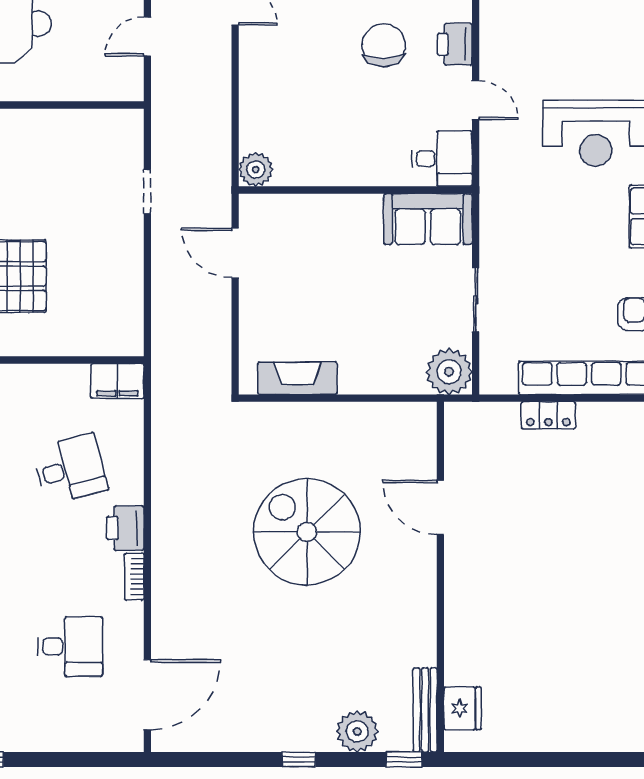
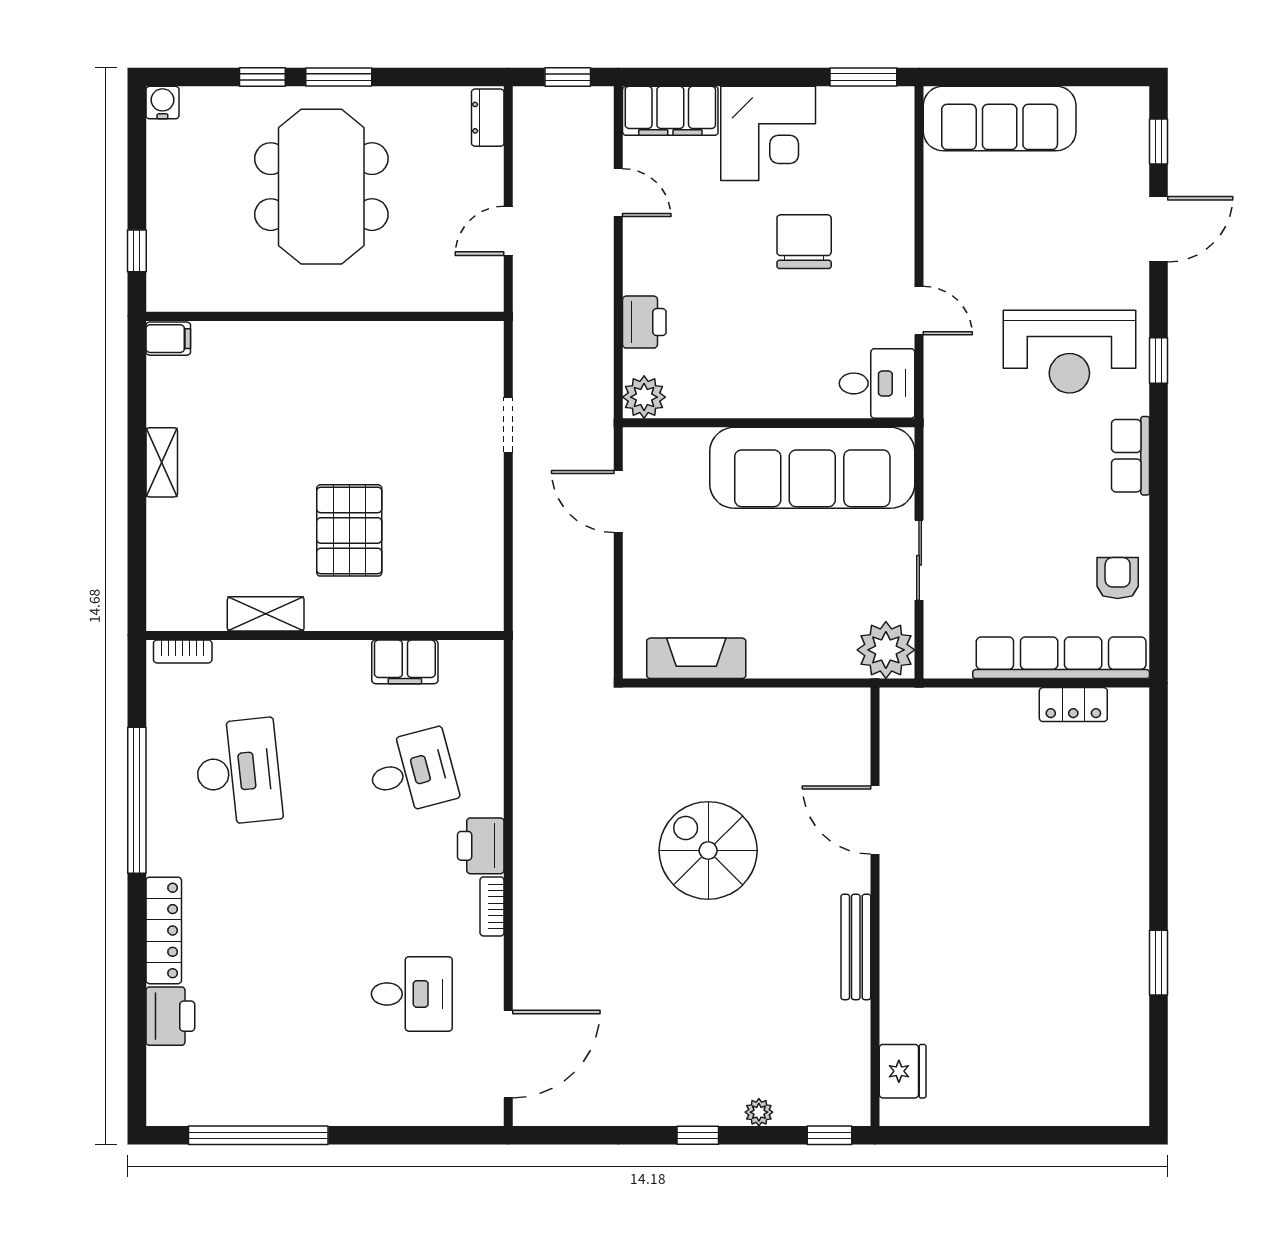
printer: (455, 44) -> (644, 322), moved, turned 180
sofa: (428, 219) -> (812, 468), width x1.85, depth x1.27
filing cabinet: (117, 381) -> (405, 662), moved
locker: (548, 415) -> (1073, 705), moved
spiral stairs: (307, 532) -> (708, 850), width x0.73, depth x0.73
bench: (425, 710) -> (856, 947), moved
plant: (357, 731) -> (759, 1112), width x0.53, depth x0.53

